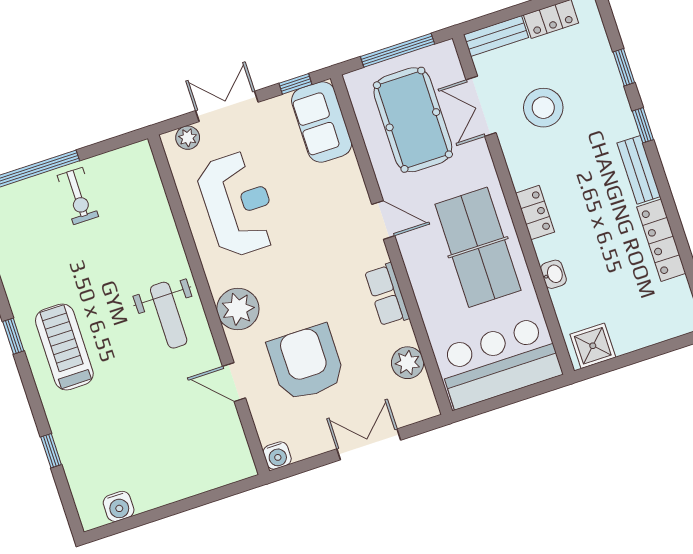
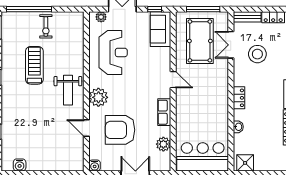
table tennis table: (478, 247) -> (210, 105), removed
treadmill: (64, 347) -> (34, 65), moved
armchair: (306, 363) -> (120, 130), turned -90

